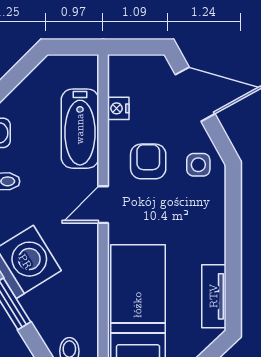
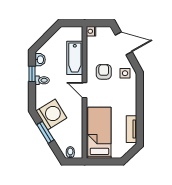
nightstand: (118, 108) -> (91, 31), moved
door: (103, 205) -> (85, 90), hinge flipped

